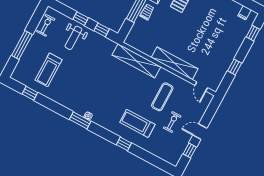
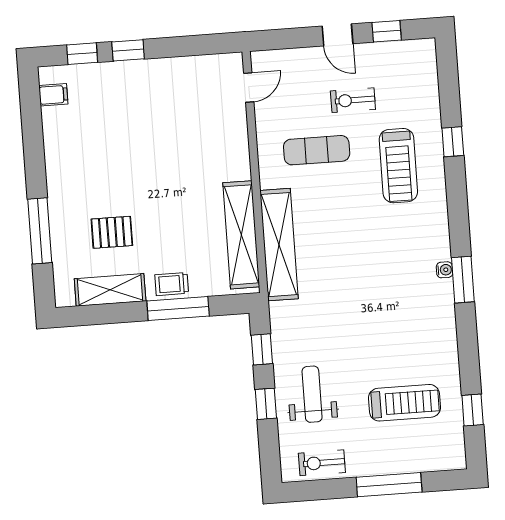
weight bench: (73, 38) -> (312, 394), turned -90
shelving: (175, 63) -> (241, 235), moved
window: (235, 67) -> (128, 50), moved
window: (124, 144) -> (453, 142), moved

